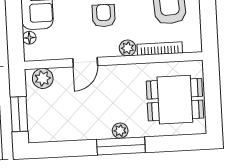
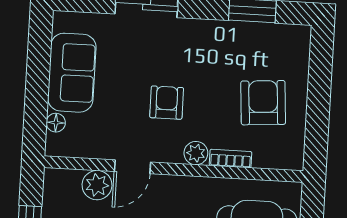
bookcase: (160, 49) -> (231, 159), width x0.64
plant: (43, 78) -> (97, 185), moved

